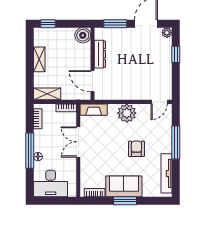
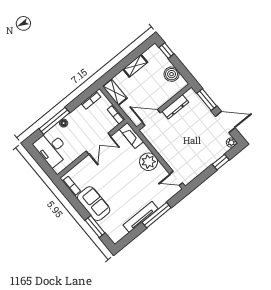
boiler: (83, 35) -> (172, 74), moved
door: (92, 81) -> (151, 118), hinge flipped
double door: (78, 142) -> (98, 144), swing flipped
armchair: (136, 149) -> (128, 190), removed
window: (30, 151) -> (54, 121), moved
tv unit: (167, 173) -> (141, 217), moved
window: (125, 201) -> (95, 227), moved

